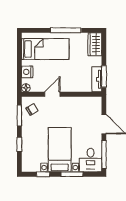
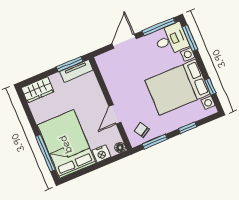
window: (66, 30) -> (45, 153), moved
bed: (45, 49) -> (67, 144), width x1.50
door: (52, 94) -> (115, 114), hinge flipped
bed with nightstands: (60, 150) -> (178, 87), width x1.36
window: (72, 174) -> (190, 38), moved

